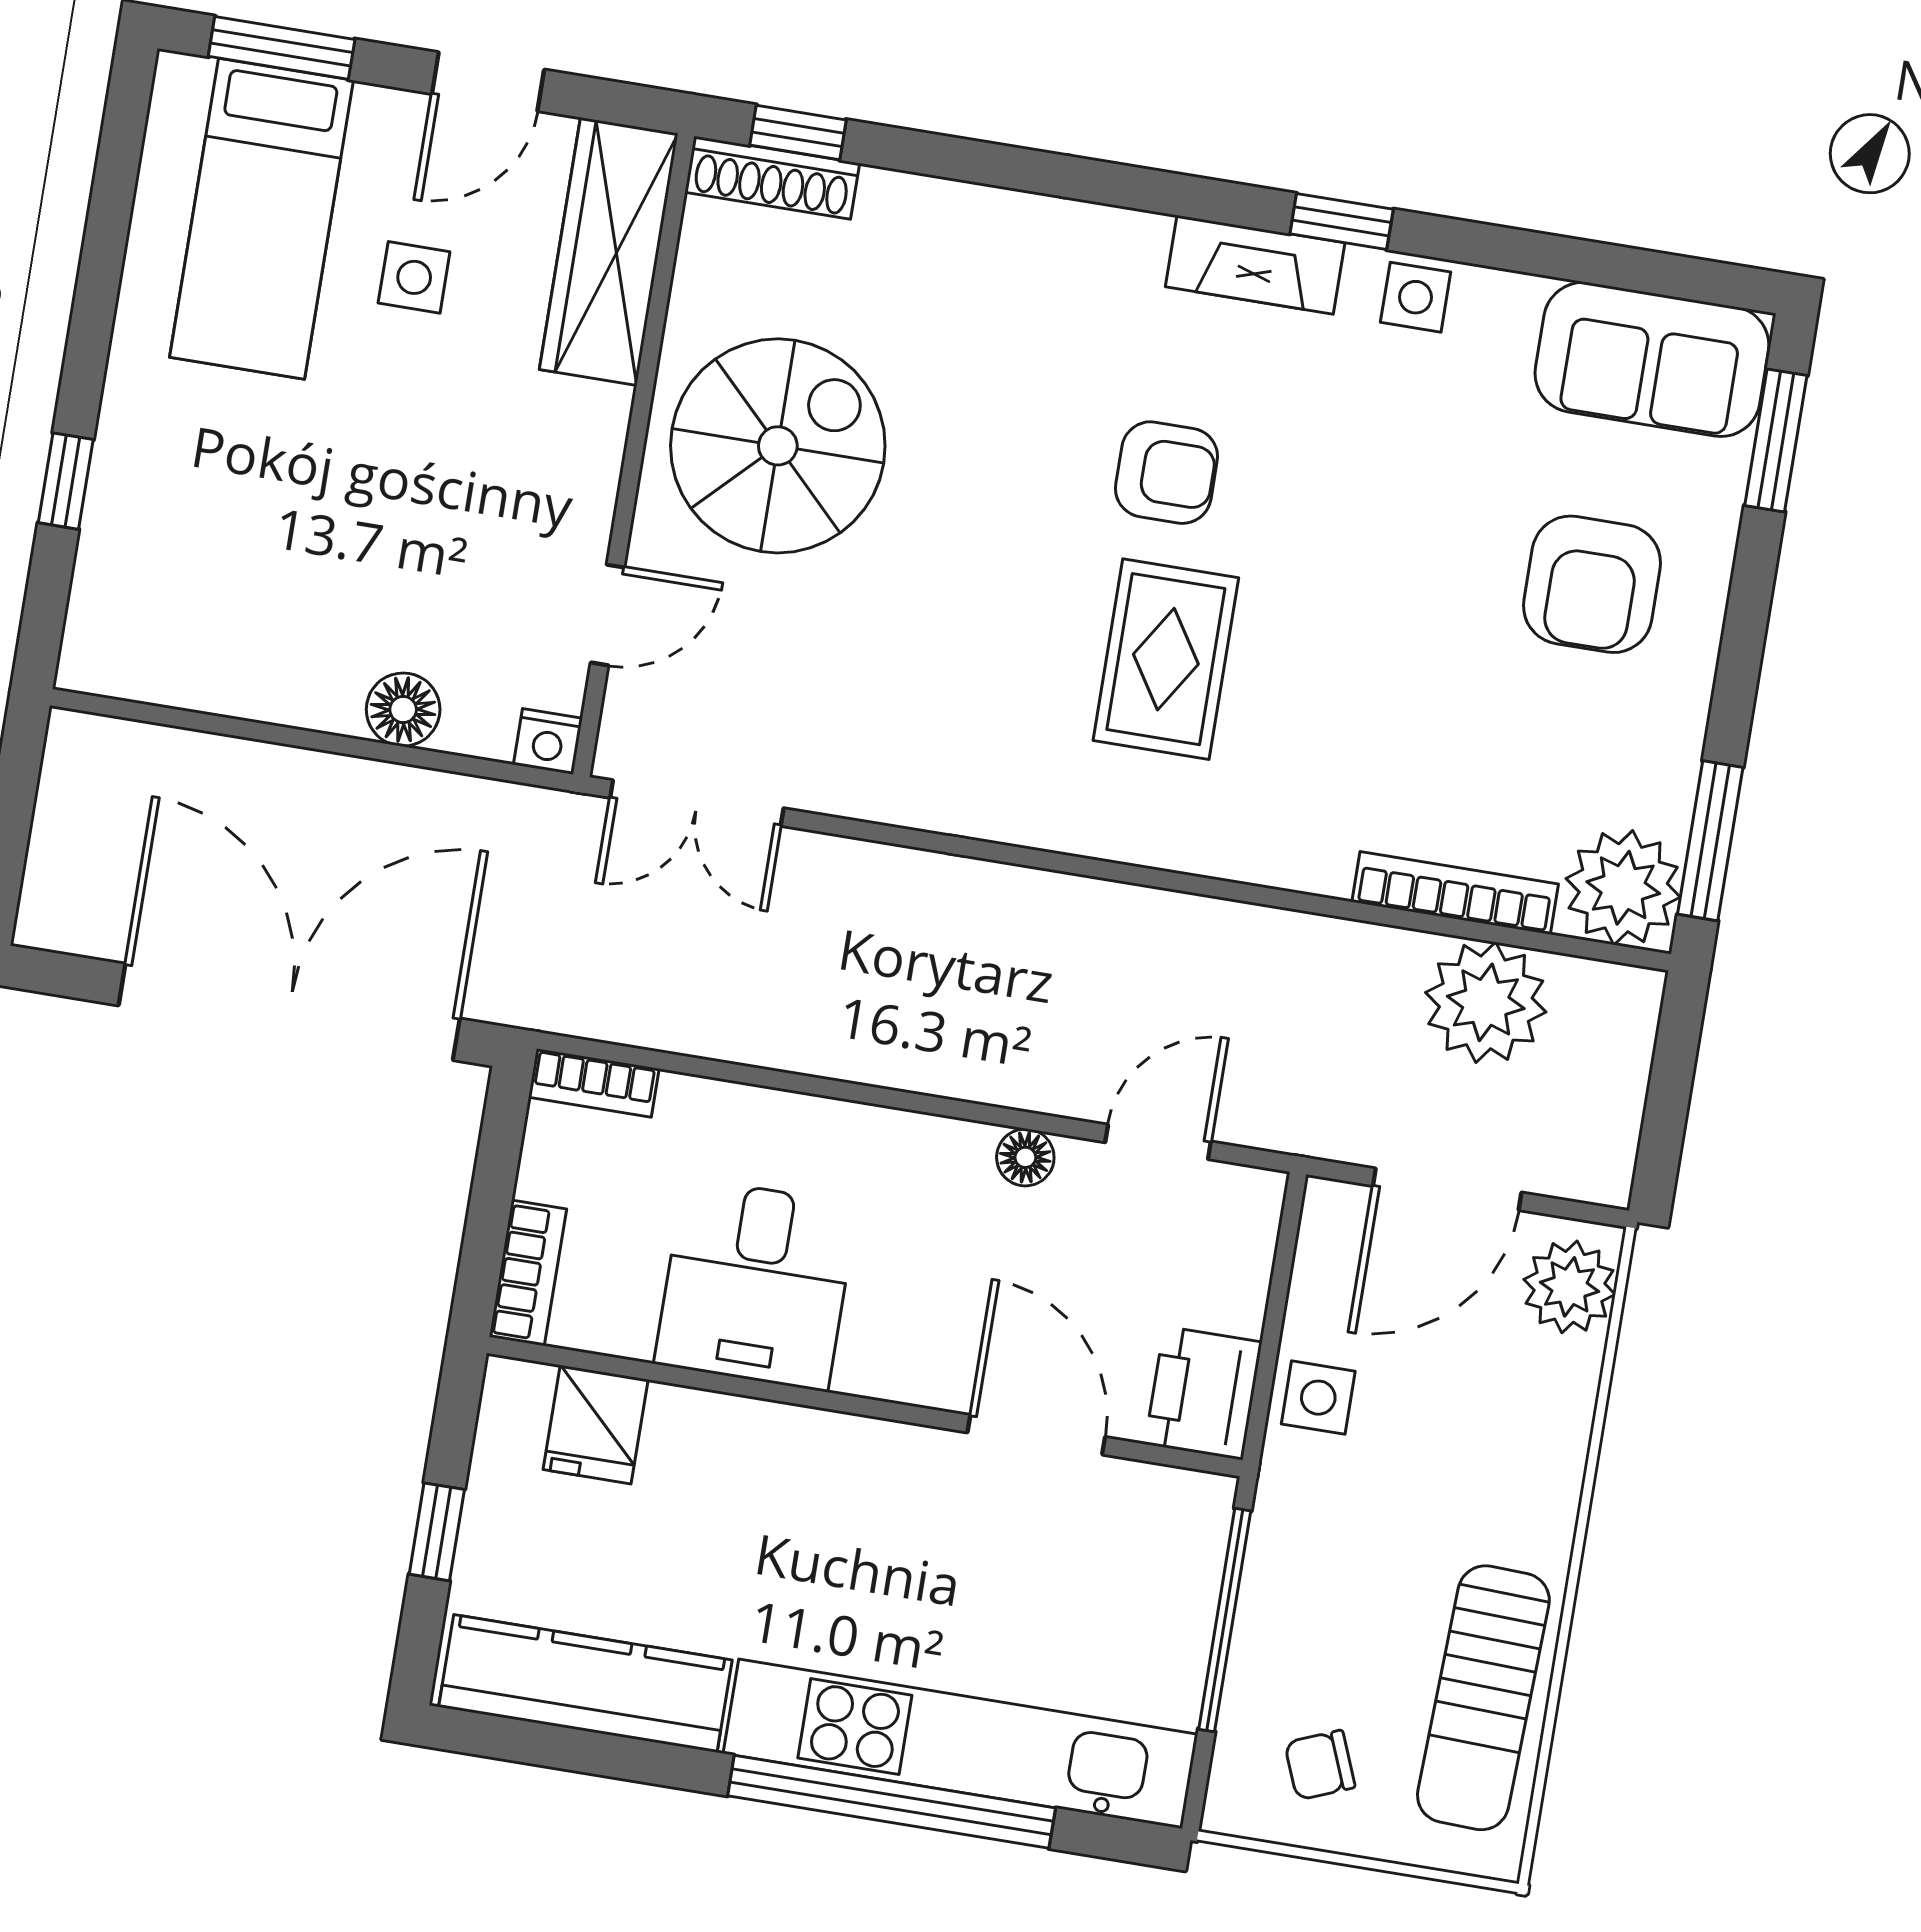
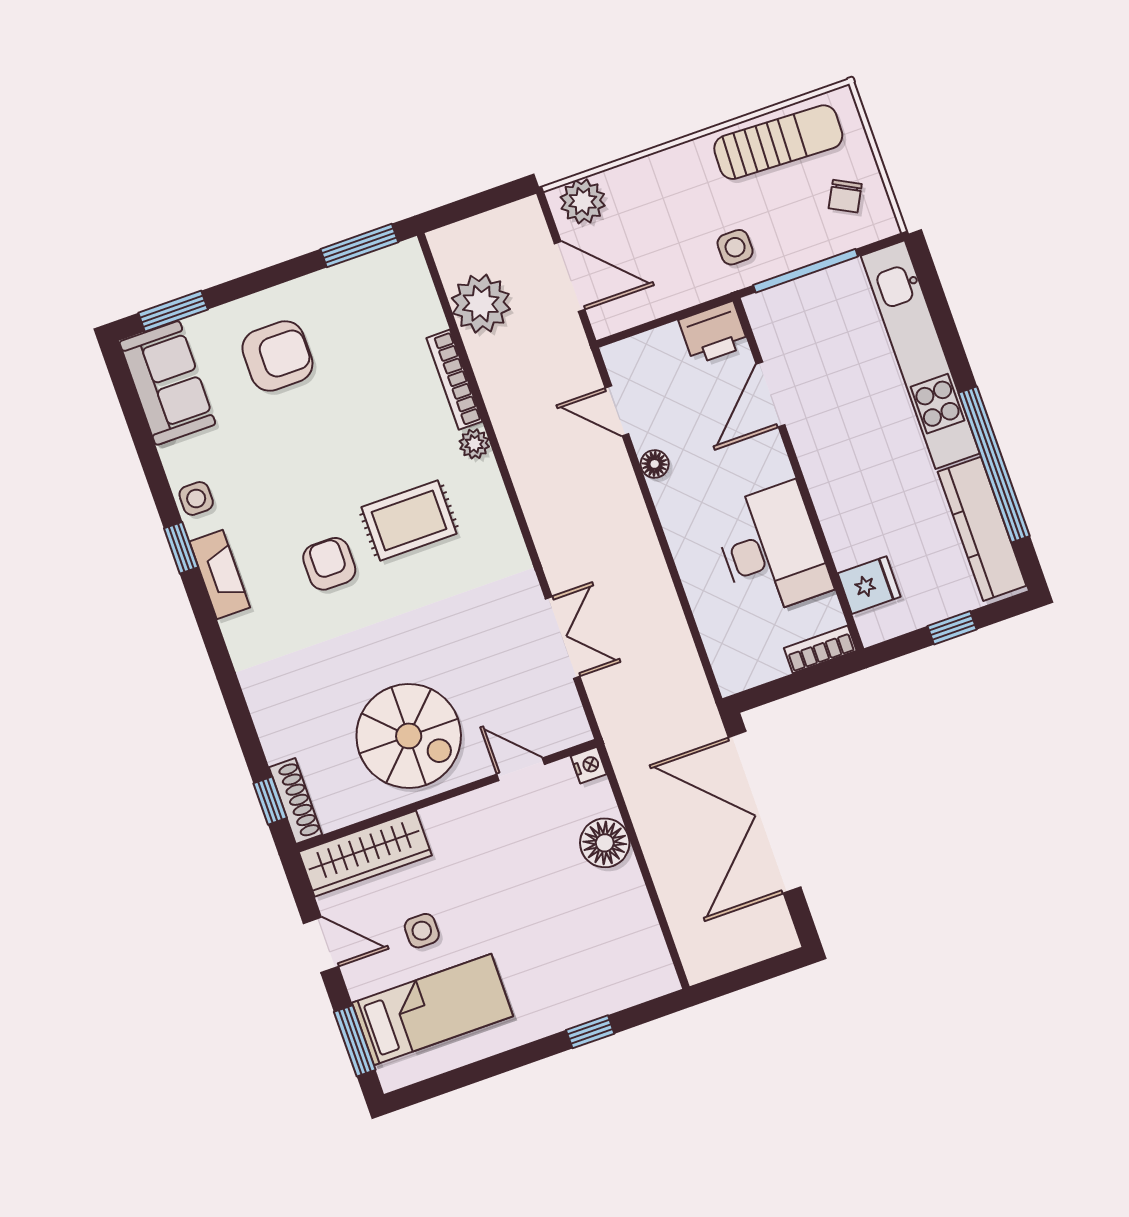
spiral stairs: (778, 446) -> (409, 736), turned 180
floor lamp: (403, 710) -> (605, 843), width x1.38, depth x1.38
double door: (697, 803) -> (563, 637), moved
plant: (1623, 888) -> (474, 444), moved, width x0.53, depth x0.53
bookcase: (1455, 893) -> (454, 380), moved
bookcase: (594, 1083) -> (724, 666), removed
desk: (756, 1284) -> (772, 549), width x1.37
side table: (1318, 1398) -> (735, 247), moved
chair: (1320, 1765) -> (845, 196), turned 50
window: (892, 1802) -> (994, 464), moved

